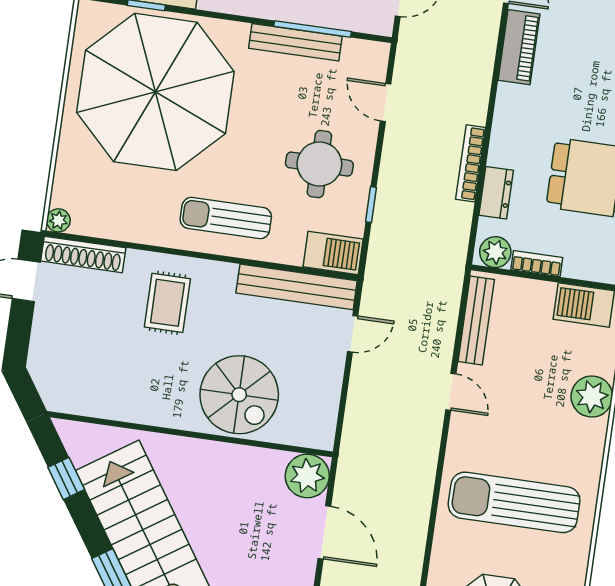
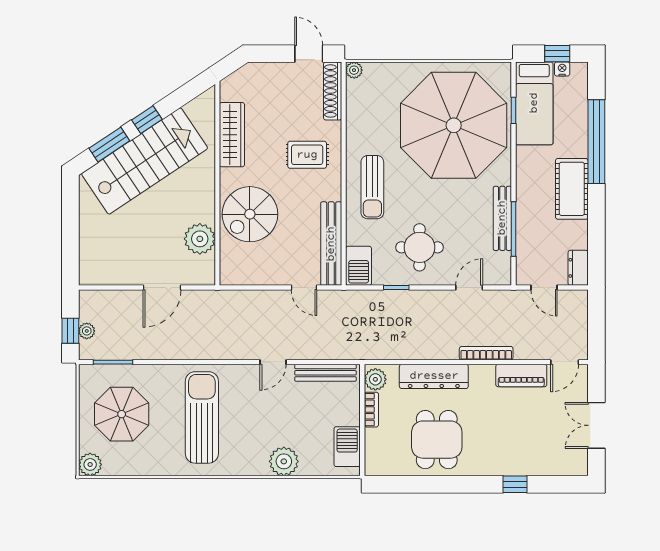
bookcase: (471, 163) -> (486, 353), moved
dresser: (496, 193) -> (434, 376), width x1.96, depth x1.24
sun lounger: (226, 218) -> (372, 187), turned 180
wardrobe: (124, 404) -> (232, 135), added
plant: (307, 476) -> (200, 239), moved
window: (66, 478) -> (147, 120), moved

